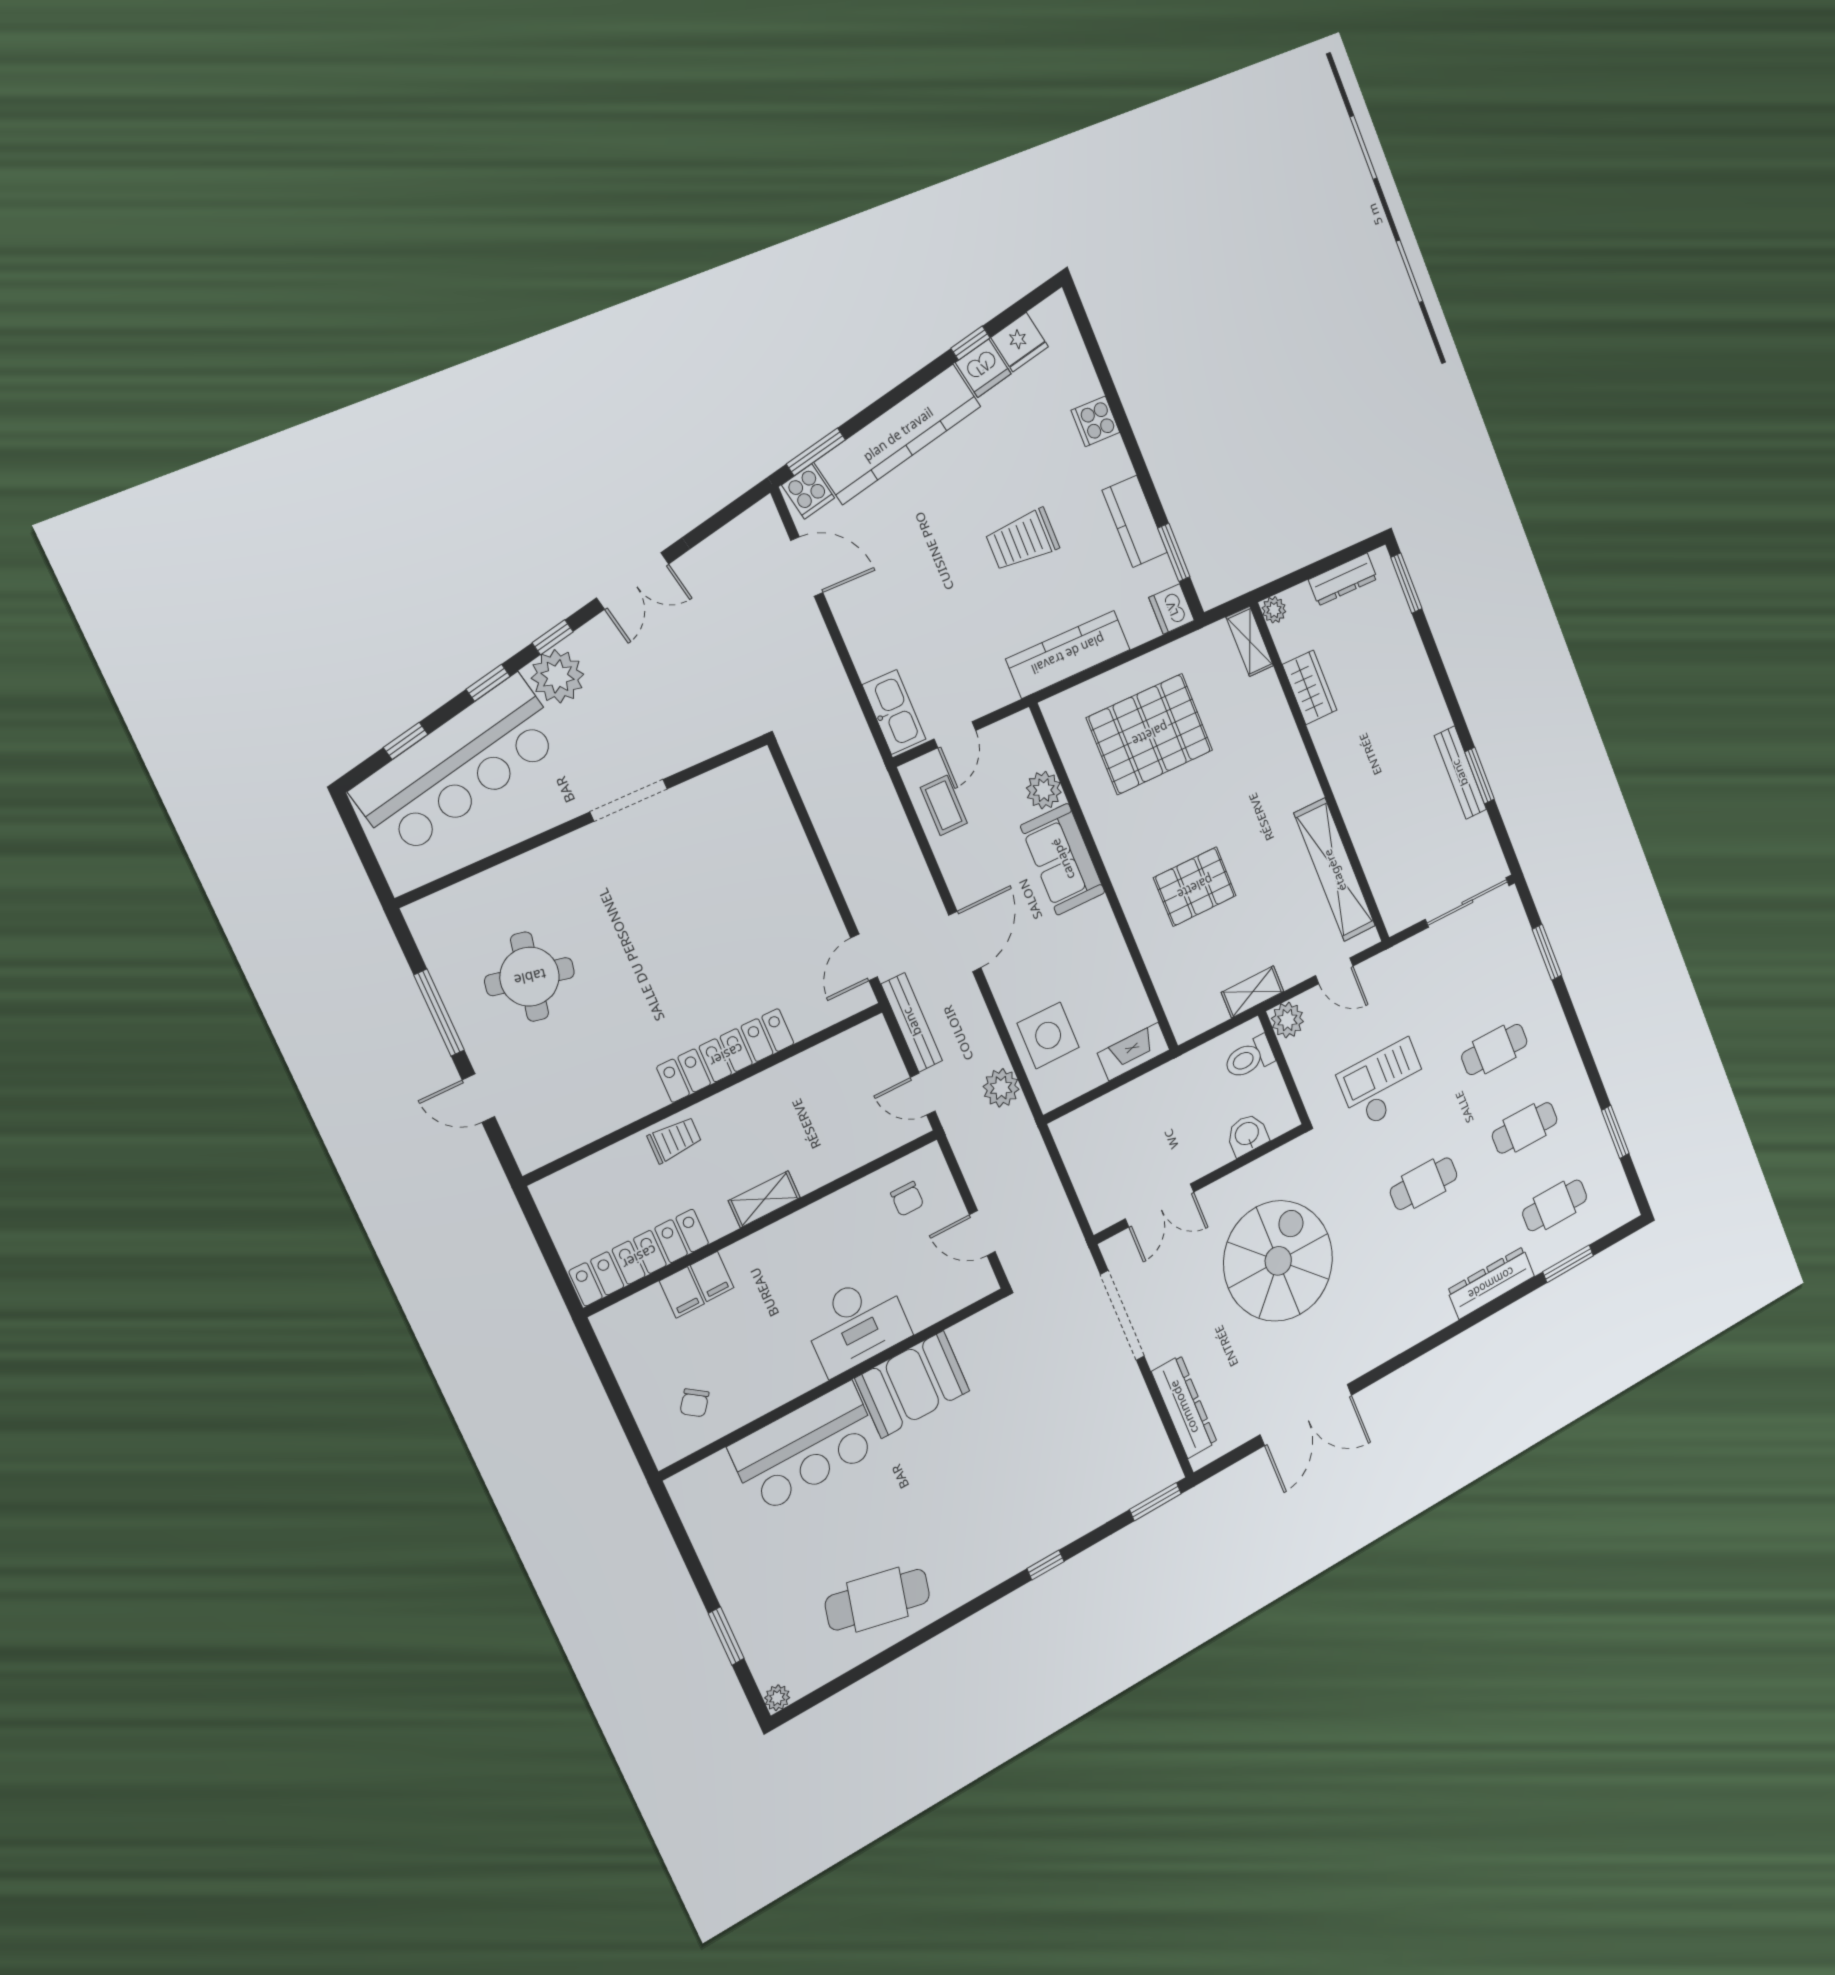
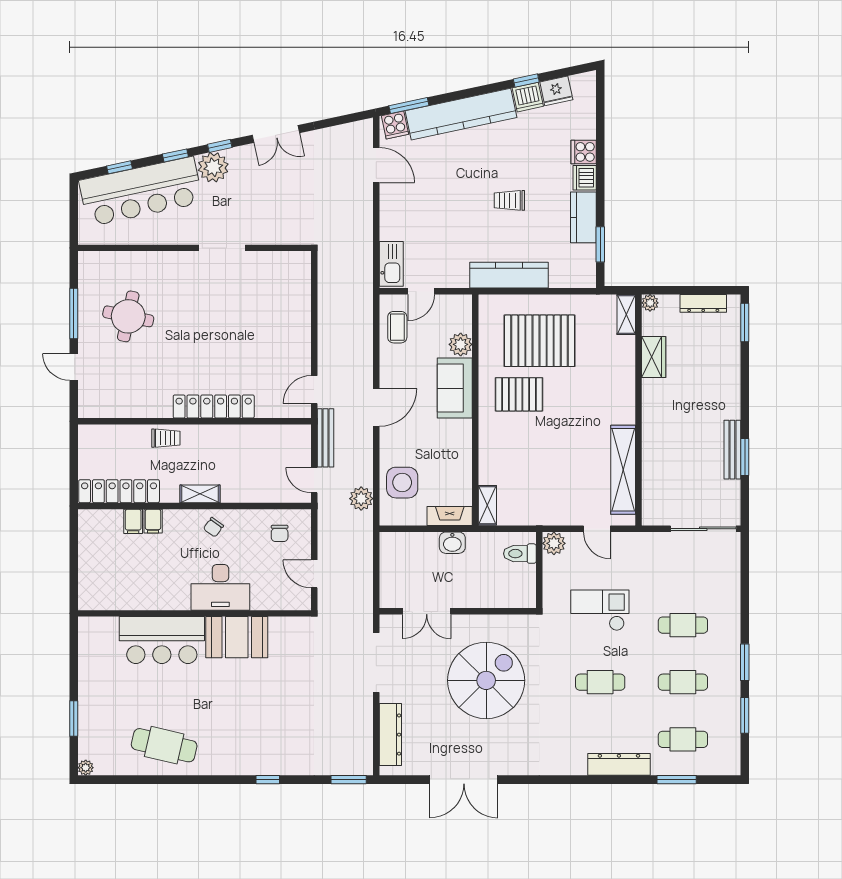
trolley: (1022, 540) -> (509, 200), width x0.73, depth x0.72
dishwasher: (1172, 609) -> (585, 178), moved
pallet: (1195, 887) -> (519, 394), moved
window: (1547, 952) -> (745, 662), moved
shelving: (1253, 992) -> (487, 505), moved, turned 90
washbasin: (1247, 1134) -> (452, 543), moved, turned 180
chair: (694, 1403) -> (213, 527), moved

